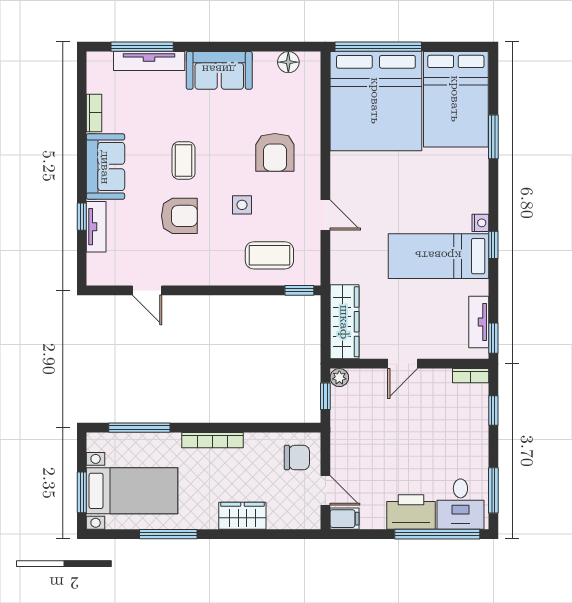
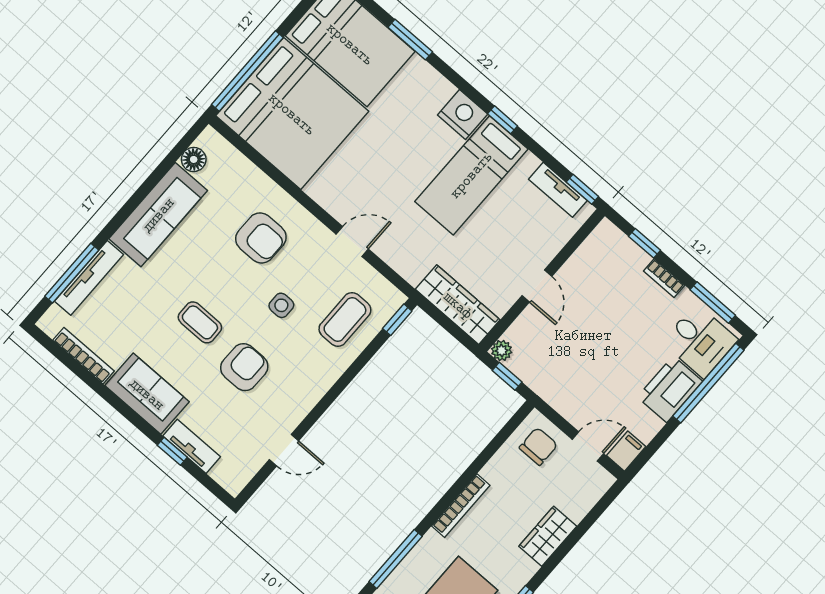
sofa: (219, 70) -> (158, 215), width x1.36
bookcase: (94, 113) -> (83, 356), width x1.56
nightstand: (480, 223) -> (463, 115), width x1.89, depth x1.79
bookcase: (471, 376) -> (664, 278), moved, turned 90

